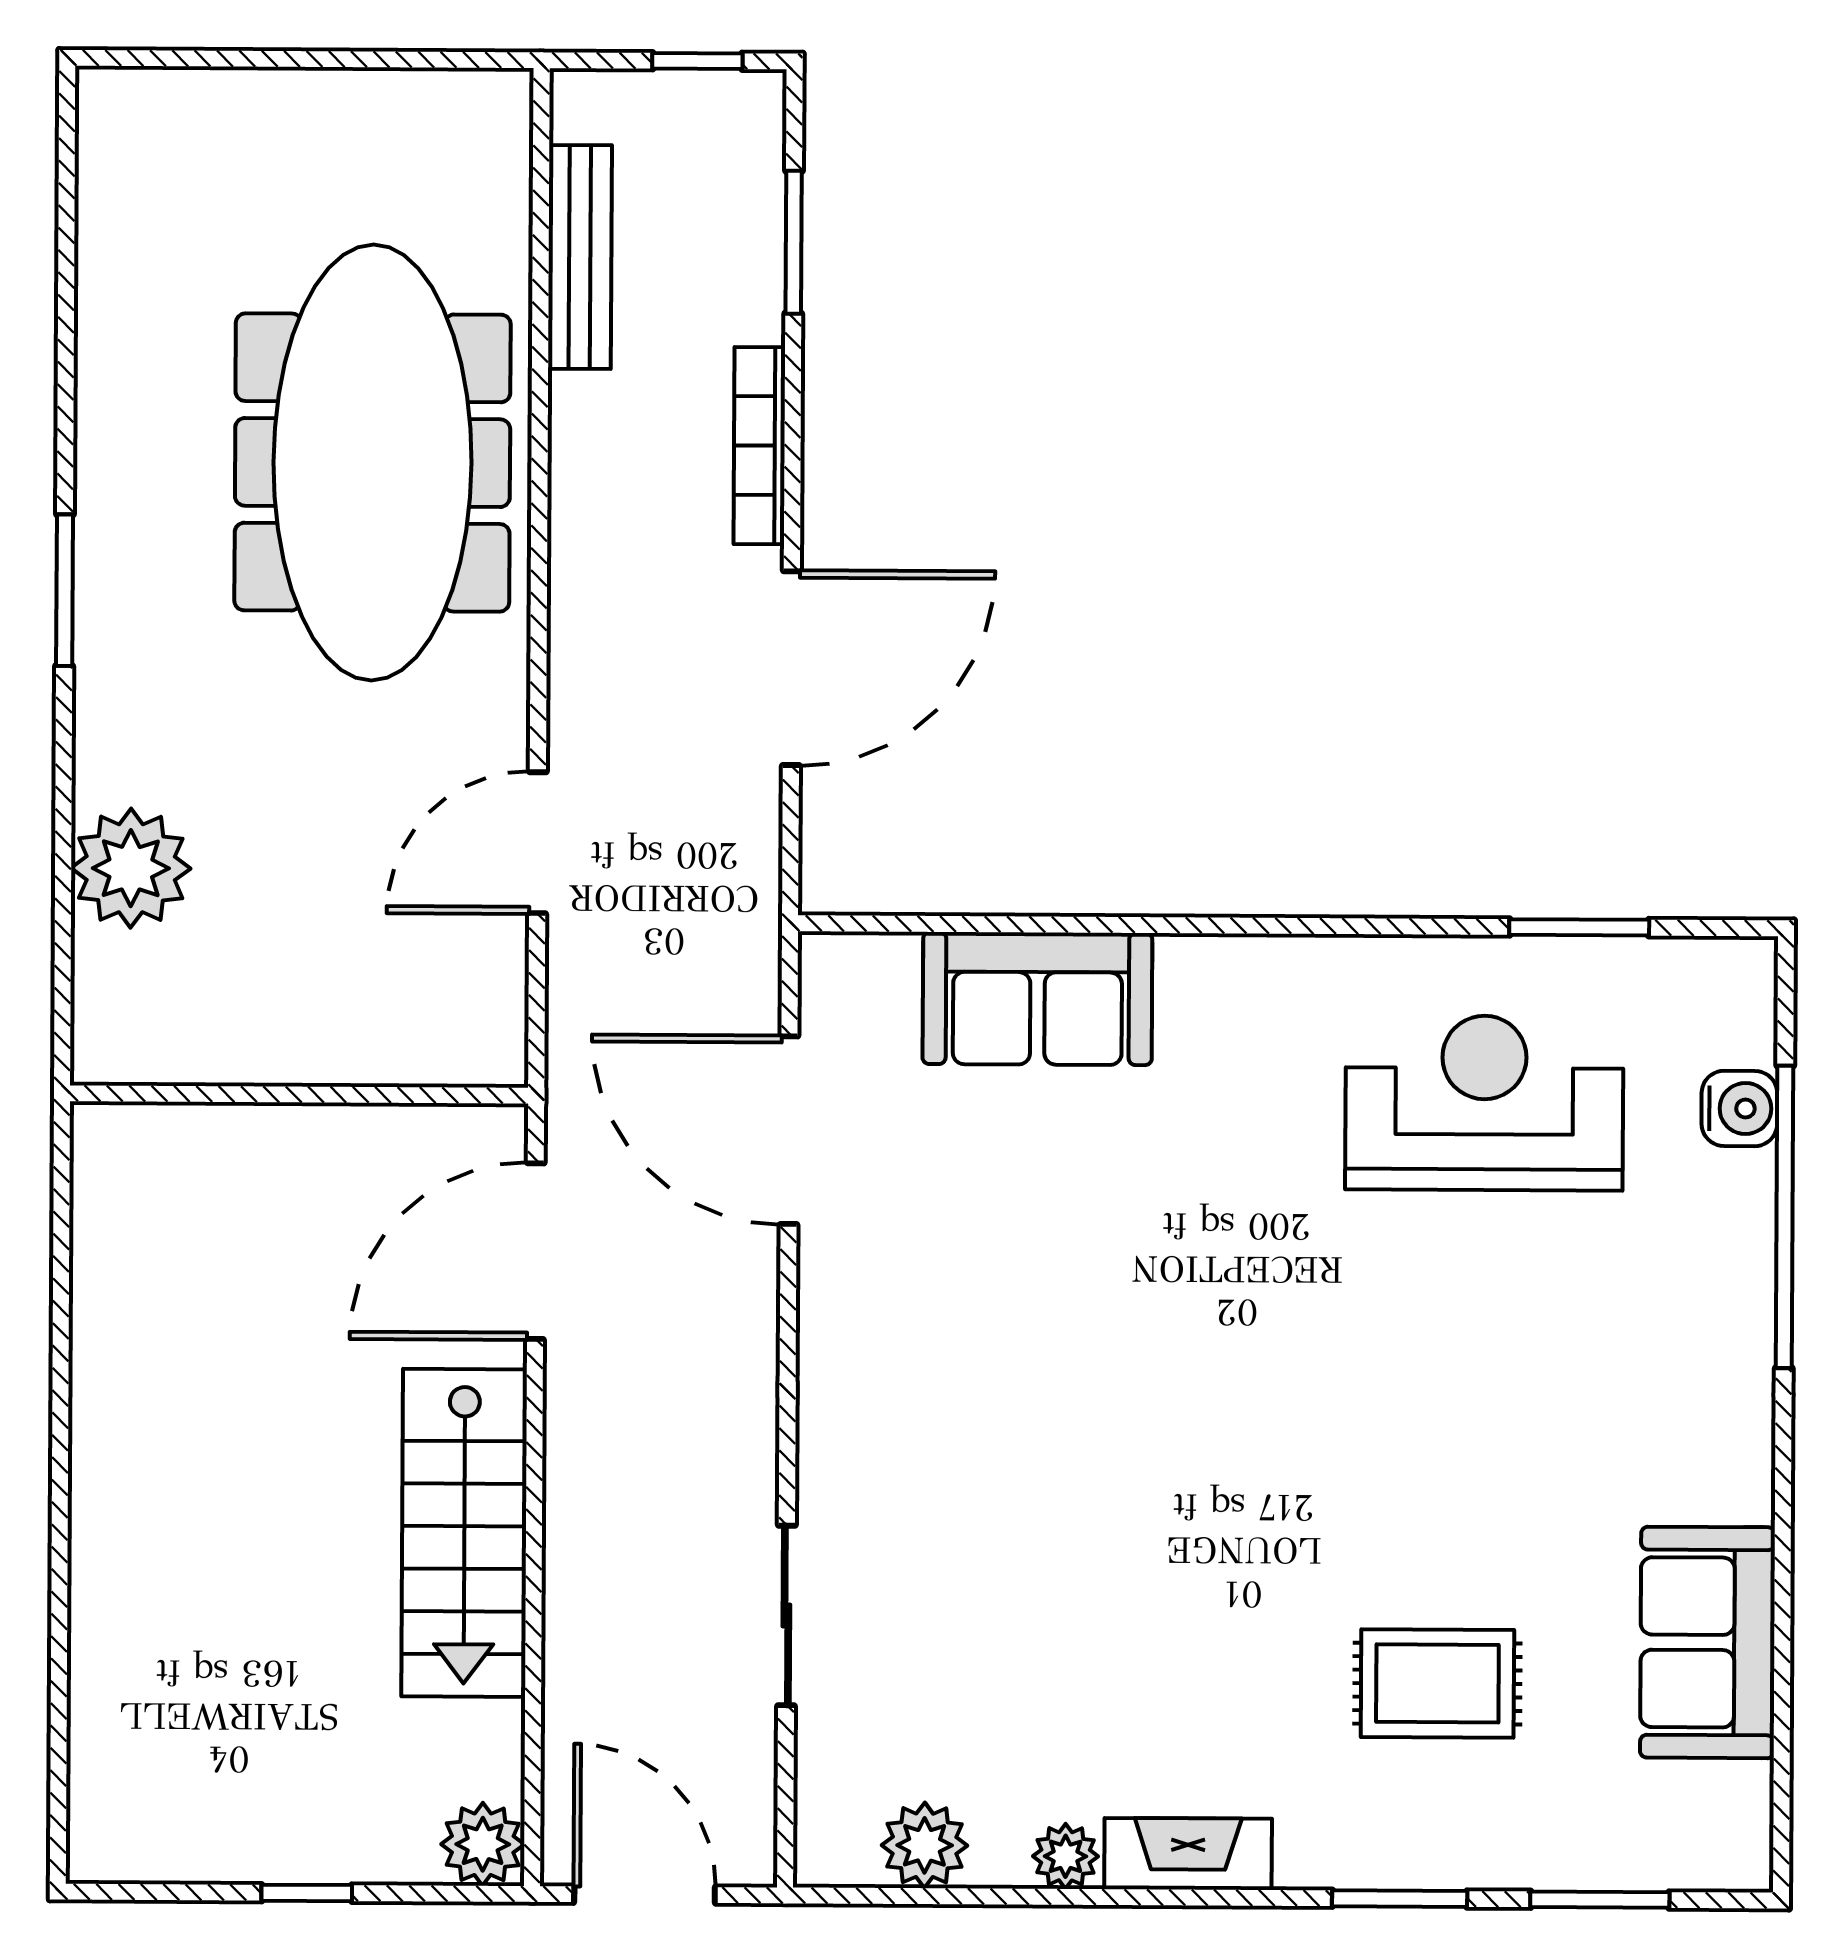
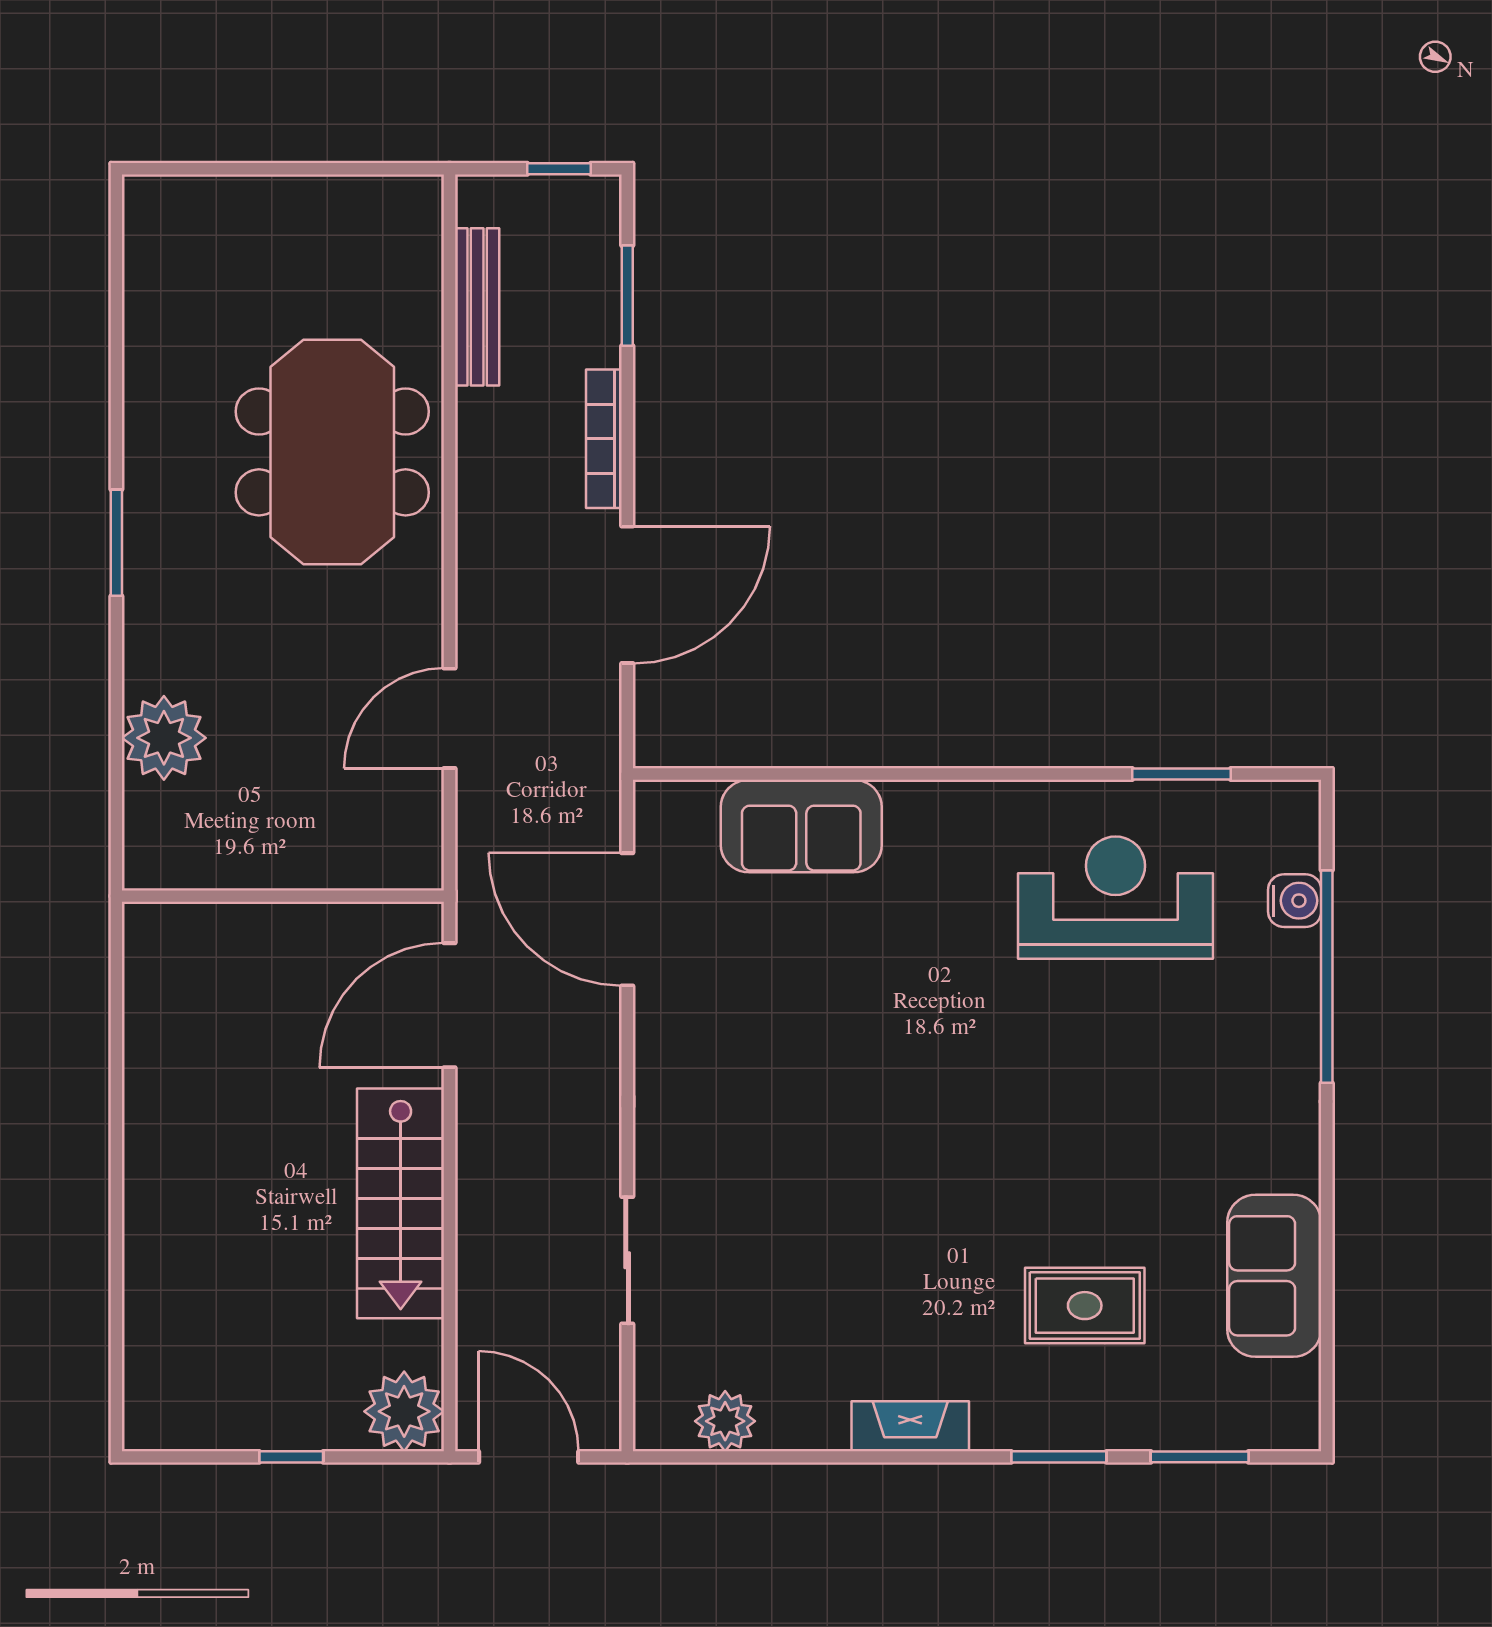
meeting table: (373, 462) -> (332, 452), width x0.73
plant: (483, 1844) -> (404, 1411), width x1.36, depth x1.36
plant: (1066, 1856) -> (824, 1428), removed

